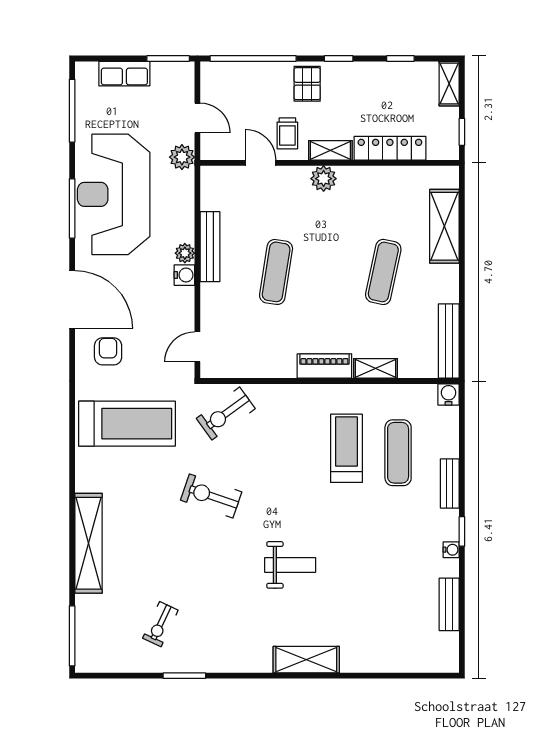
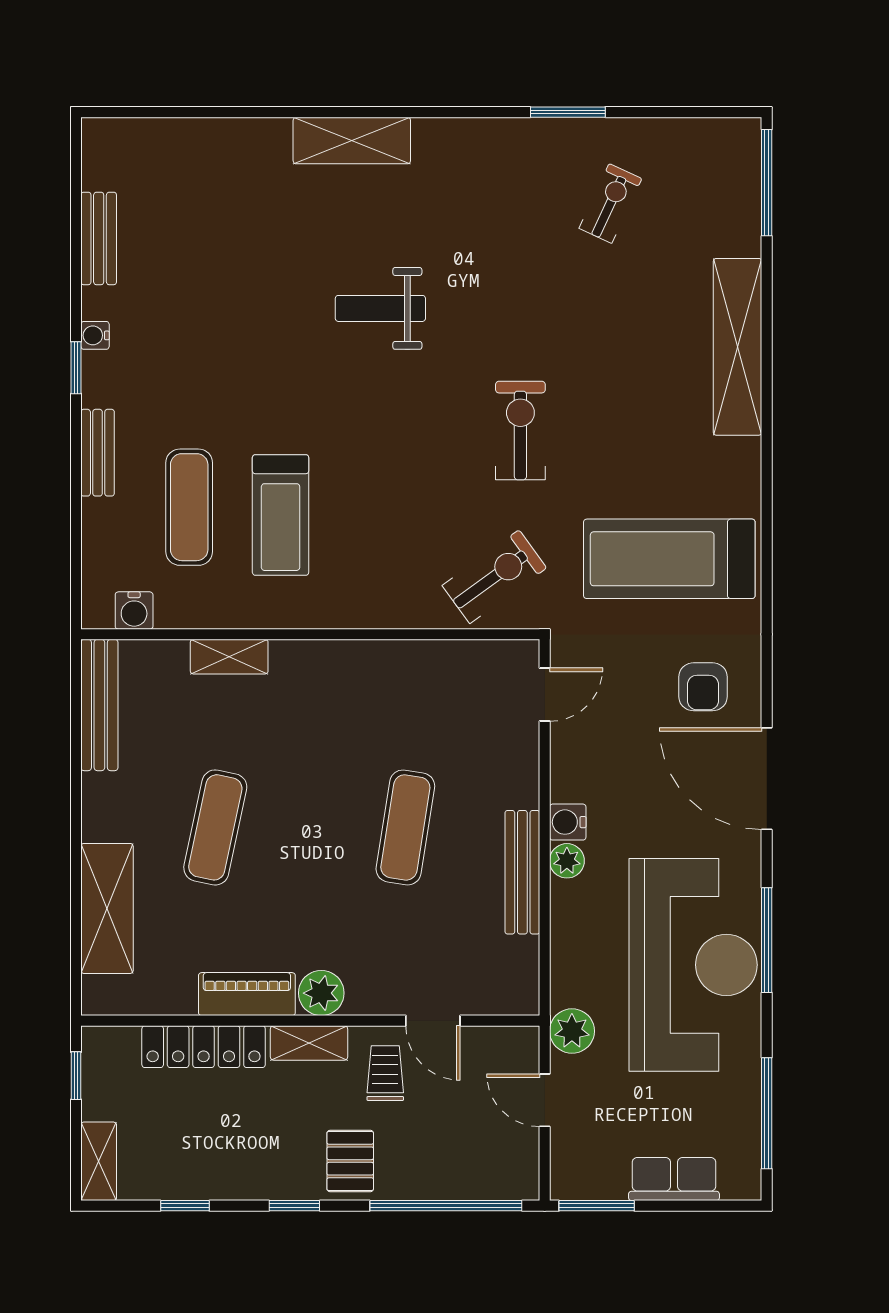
piano: (324, 366) -> (247, 994), moved, turned 180
water cooler: (449, 394) -> (134, 611), moved
exercise bike: (211, 496) -> (520, 431), turned -109

